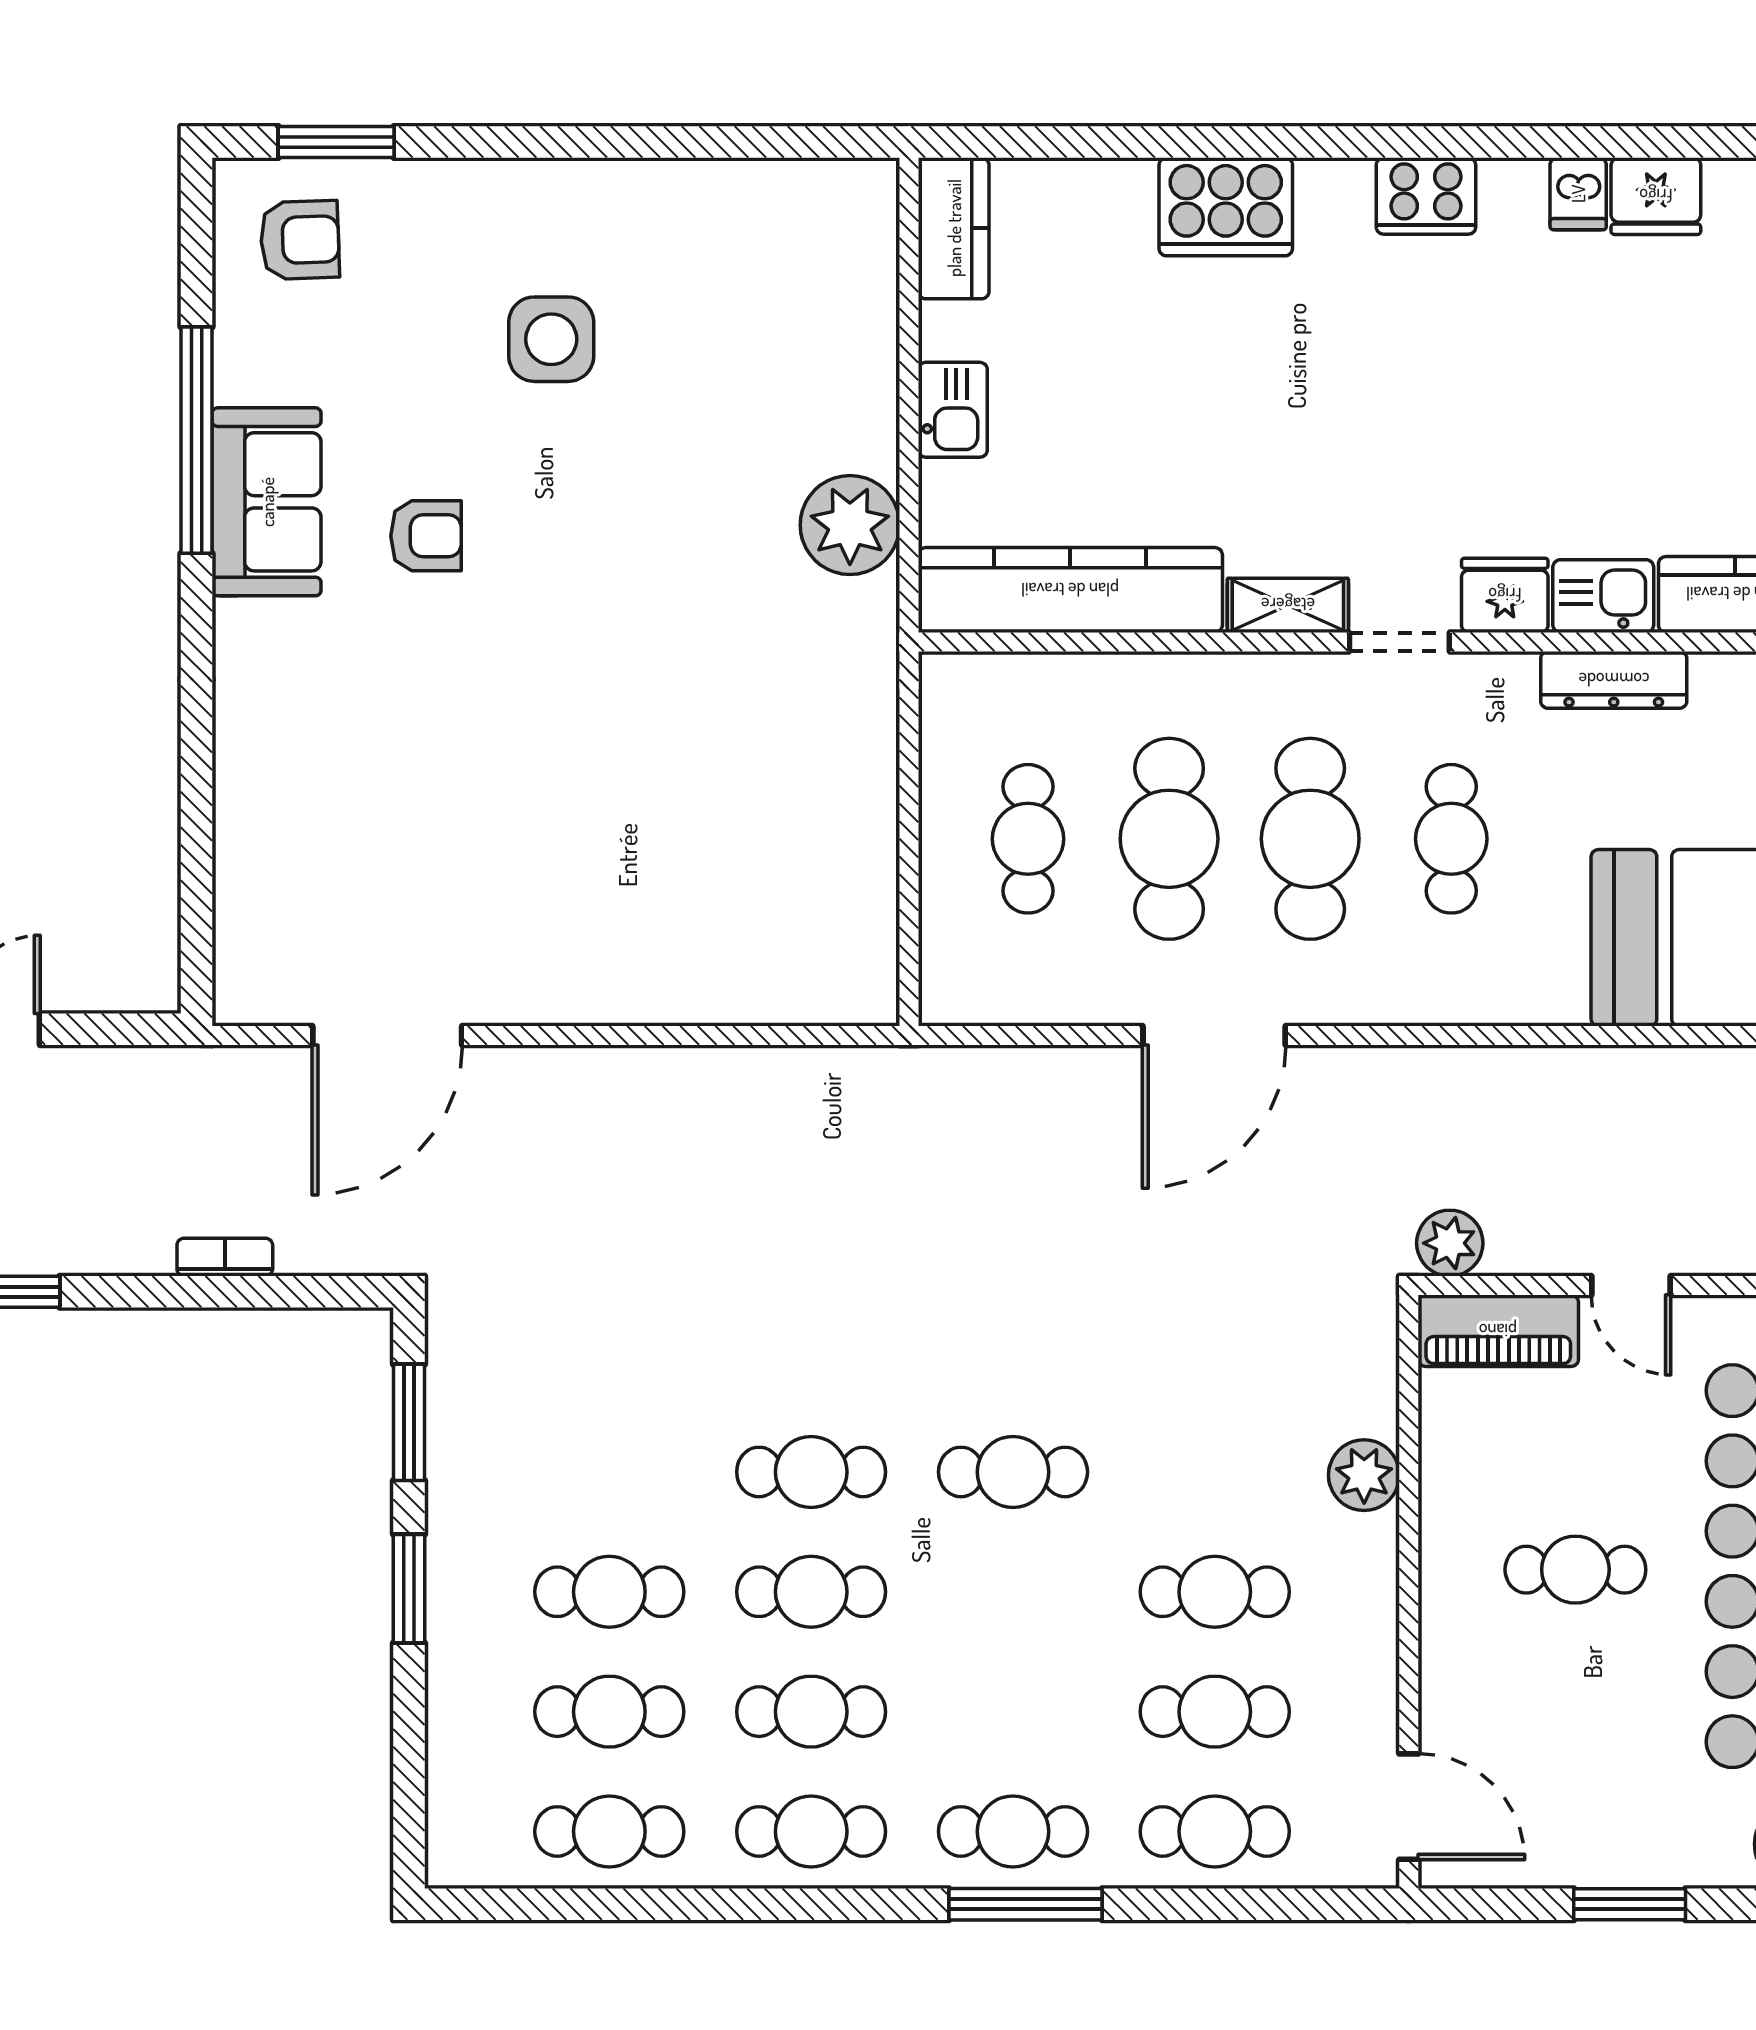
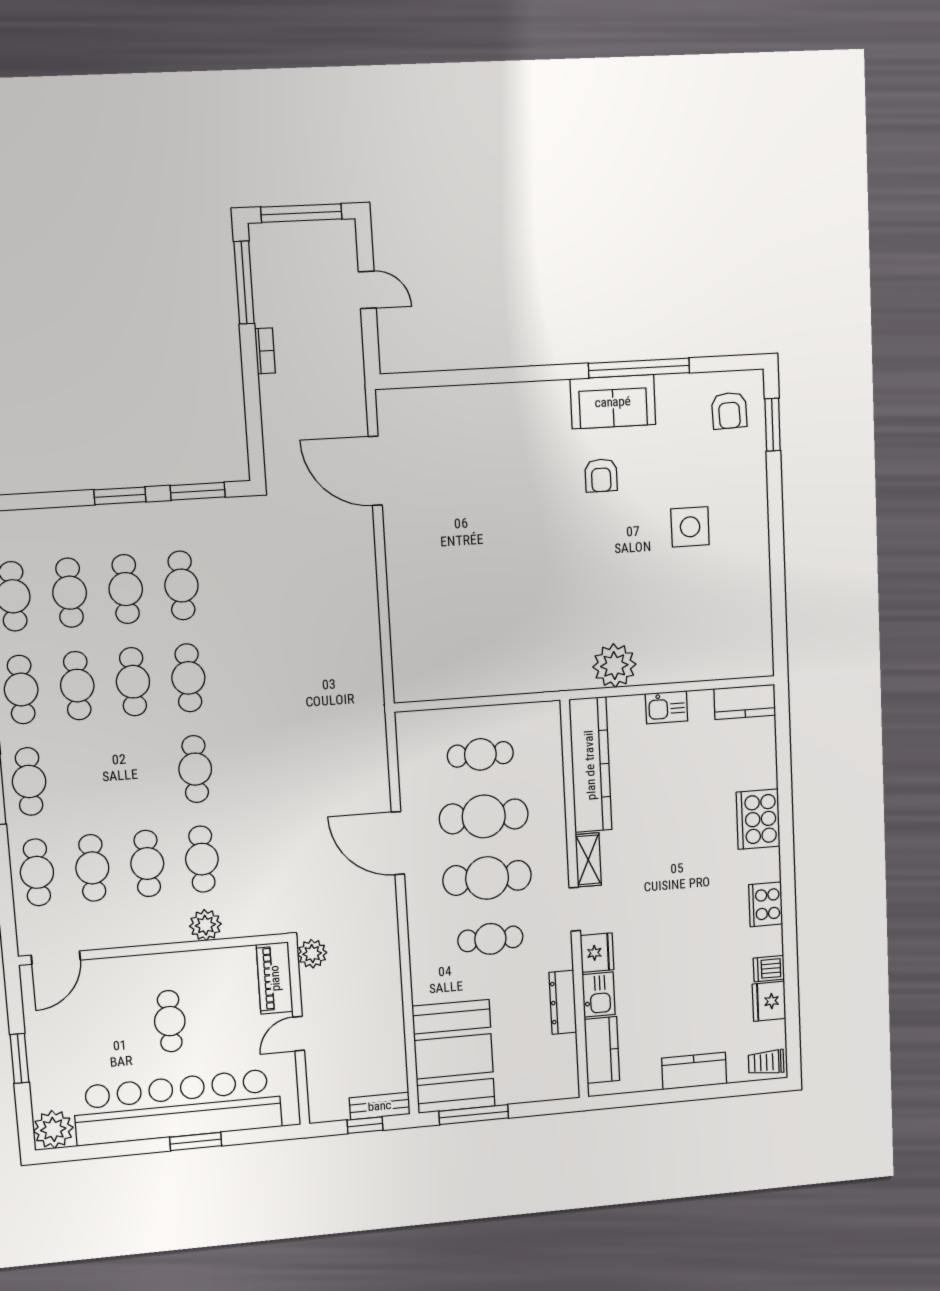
bookcase: (225, 1257) -> (265, 351), moved
cafe table: (609, 1472) -> (181, 586), added
cafe table: (1215, 1472) -> (202, 859), added

